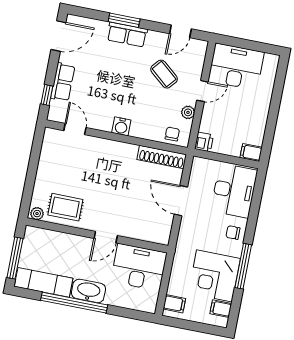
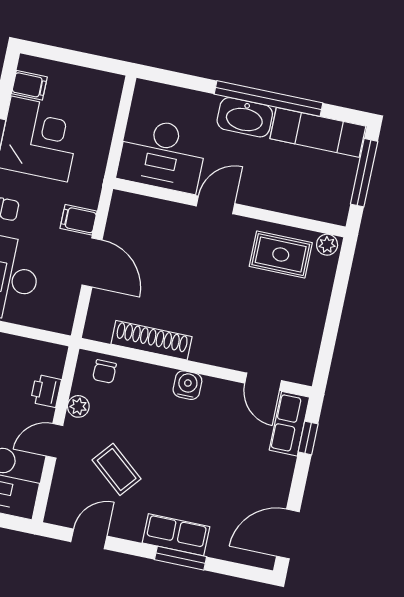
row of seats: (63, 82) -> (289, 424), moved
printer: (204, 142) -> (46, 391), moved
shoe rack: (162, 157) -> (151, 340), moved
filing cabinet: (174, 304) -> (79, 220), moved

